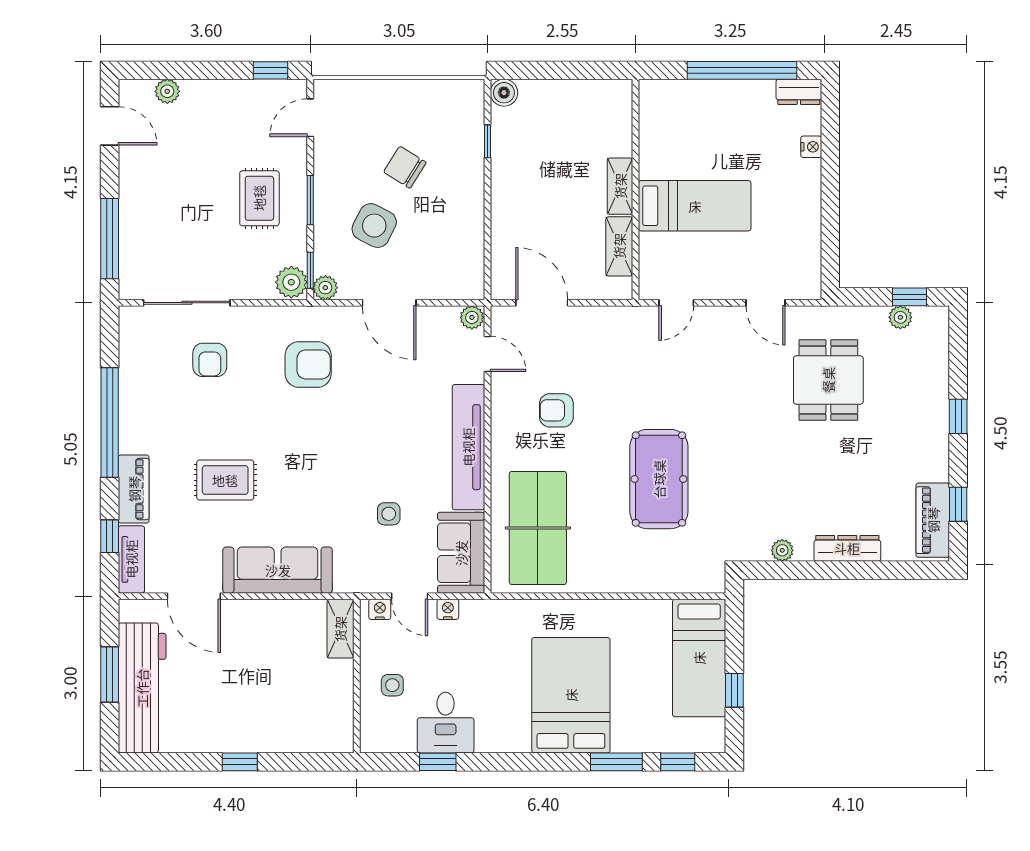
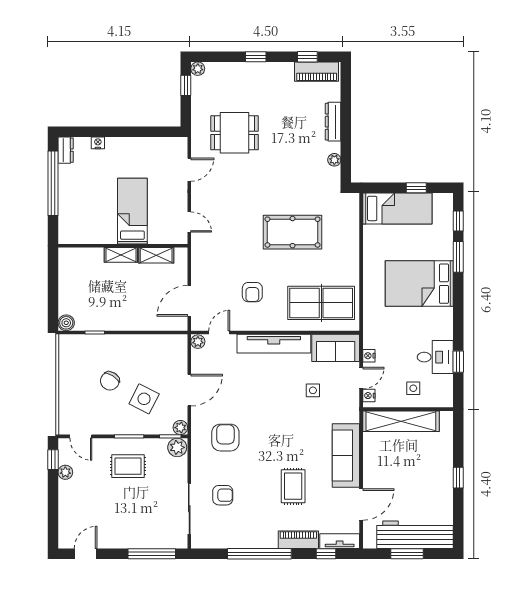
plant: (167, 91) -> (65, 472), moved
plant: (900, 317) -> (198, 69), moved
shelving: (340, 629) -> (401, 421), width x2.20, depth x1.33

